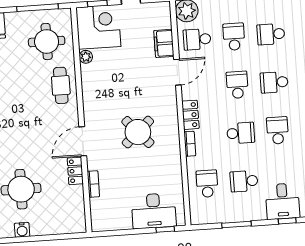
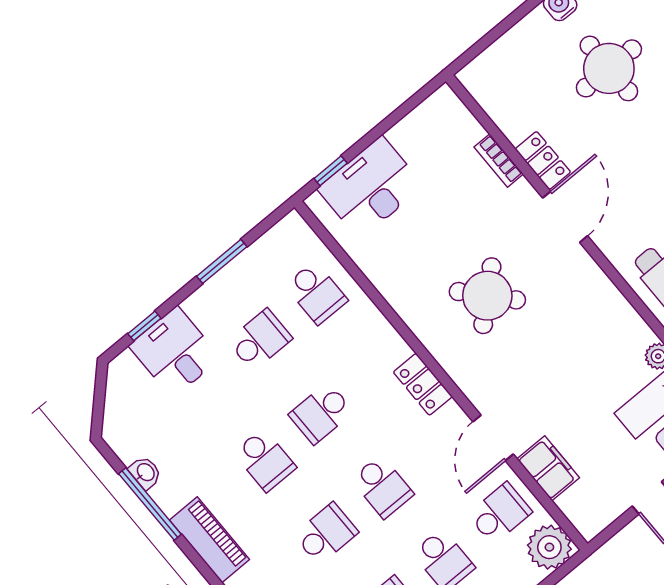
bookcase: (190, 144) -> (390, 337), removed

